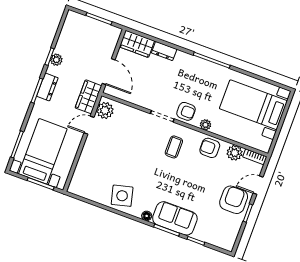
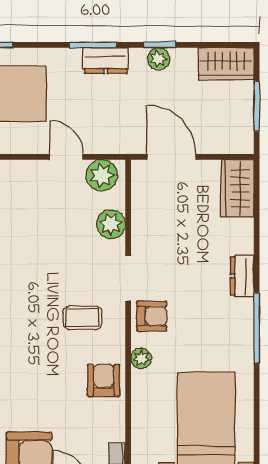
dresser: (164, 51) -> (242, 276), moved
door: (109, 72) -> (171, 157), swing flipped
wardrobe: (88, 97) -> (226, 64), moved, turned 180
armchair: (186, 111) -> (152, 316), turned -90
plant: (235, 153) -> (111, 224), moved

